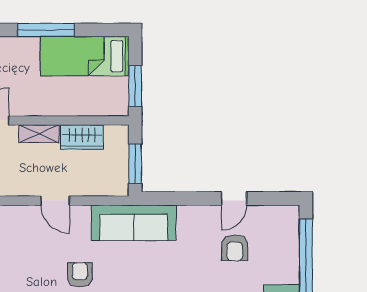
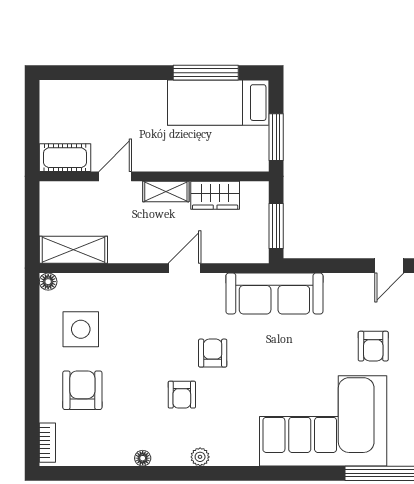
window: (46, 30) -> (206, 73), moved
door: (55, 201) -> (184, 268), swing flipped
armchair: (235, 248) -> (373, 346), moved

